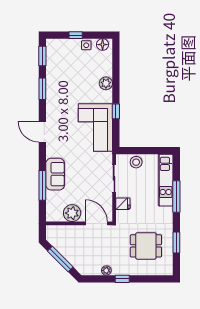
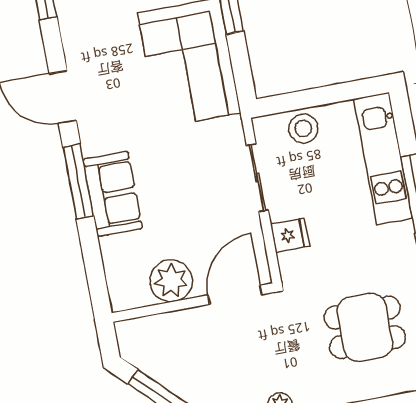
window: (42, 185) -> (78, 181), moved
door: (97, 223) -> (235, 295), hinge flipped

